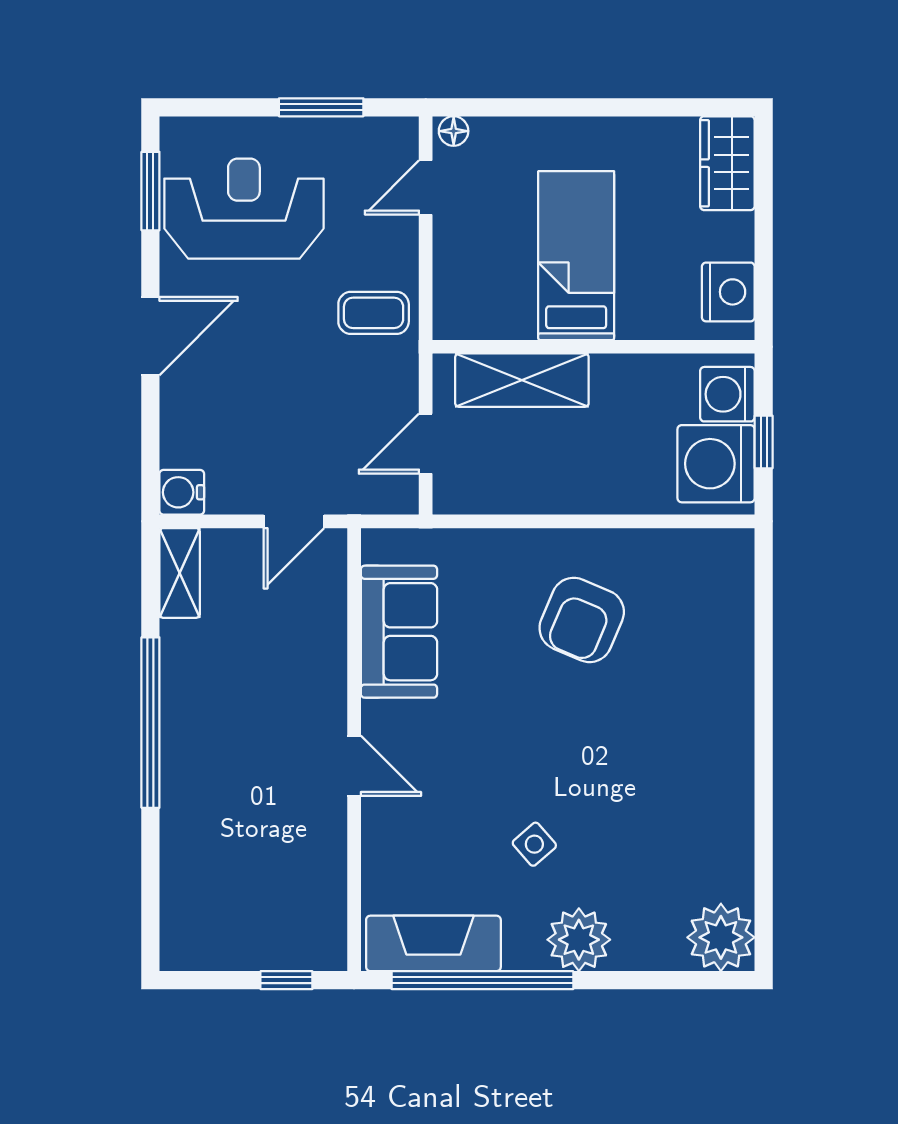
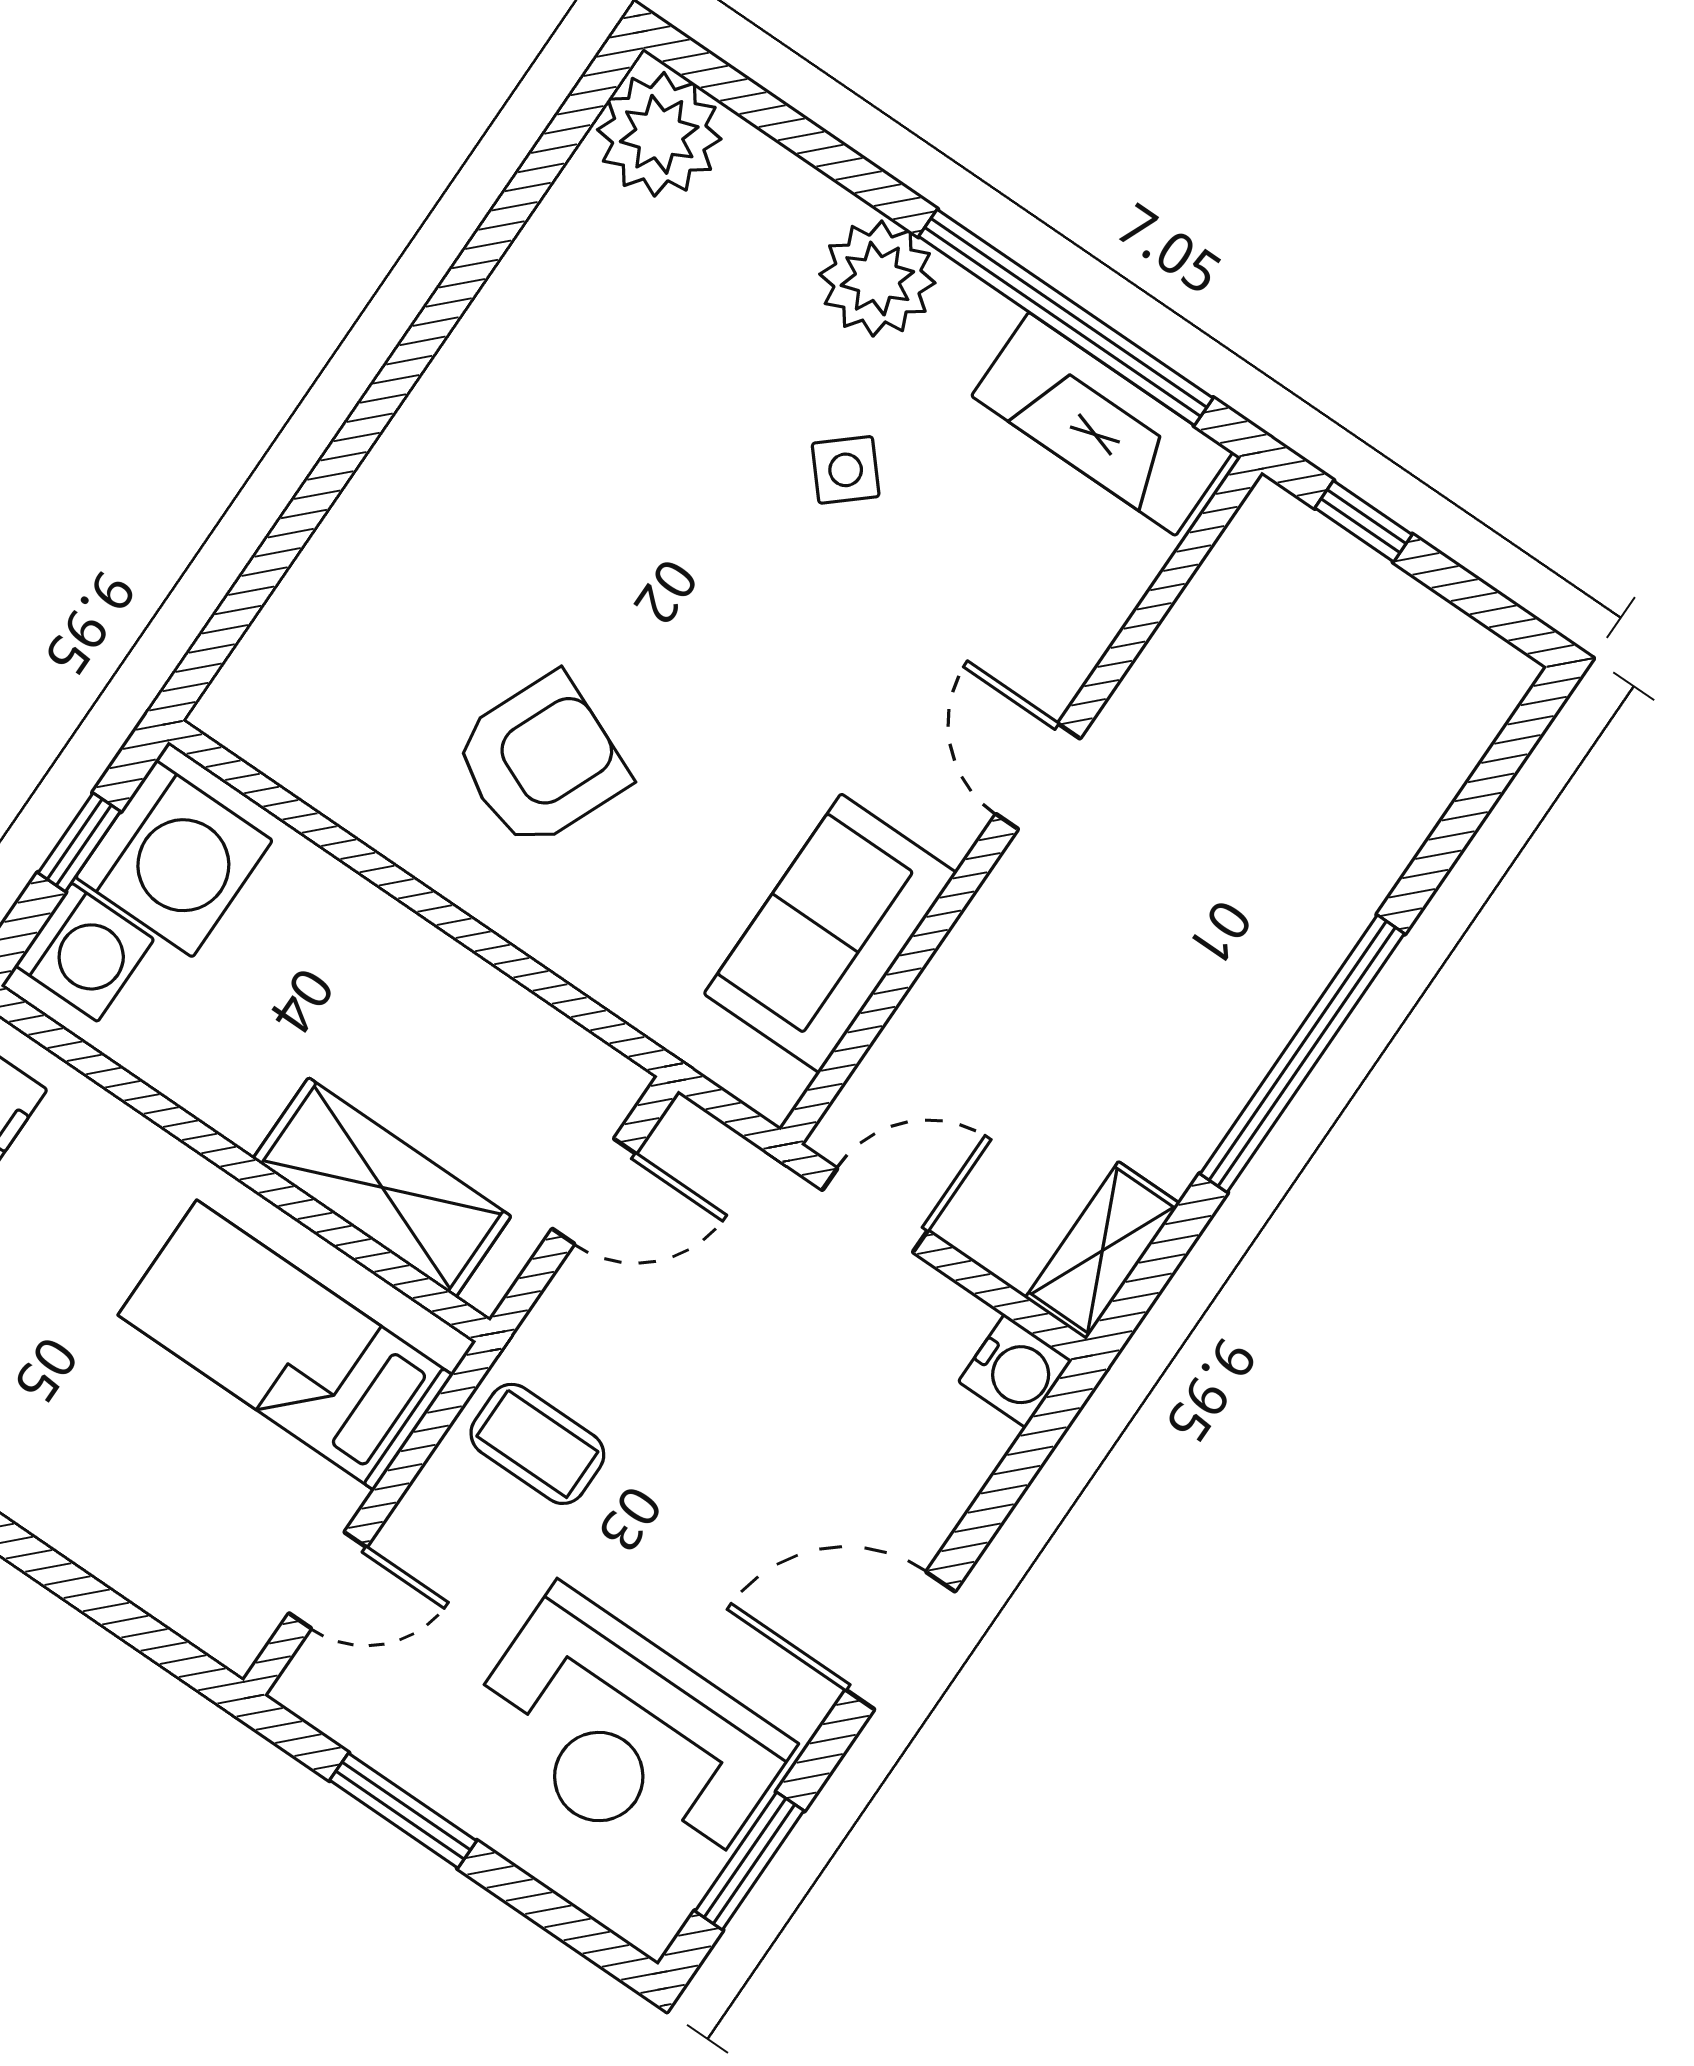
floor lamp: (454, 131) -> (227, 1637), removed
bed: (576, 256) -> (285, 1345), moved, turned 90

